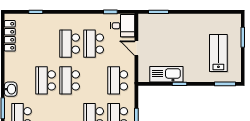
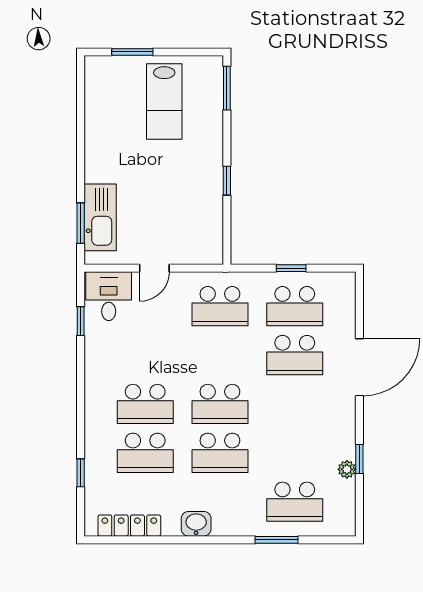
school desk: (94, 44) -> (145, 453), moved
lab bench: (218, 53) -> (164, 101), turned -90
kitchen sink: (166, 74) -> (100, 217), moved, turned 180
washbasin: (11, 89) -> (196, 524), moved

